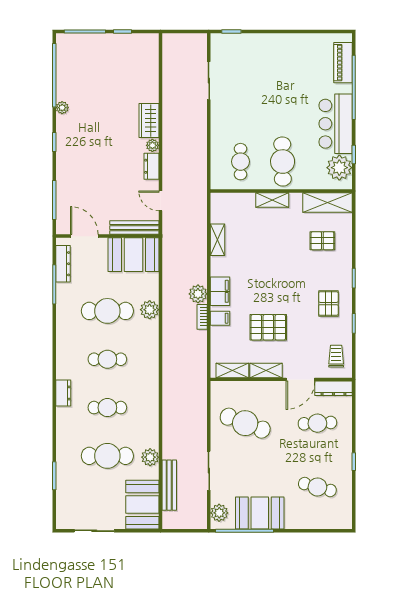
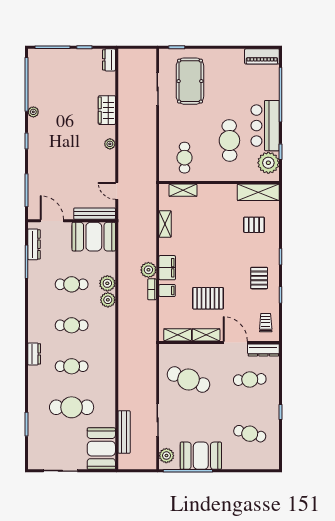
piano: (343, 63) -> (262, 56), moved, turned -90
pool table: (247, 71) -> (190, 81), added
wardrobe: (149, 121) -> (107, 110), moved
cafe table: (283, 162) -> (229, 141), moved
dresser: (151, 166) -> (109, 60), moved
shelving: (272, 200) -> (183, 190), moved
cafe table: (107, 311) -> (72, 284), width x0.73, depth x0.74
door: (300, 379) -> (235, 342), swing flipped
plant: (150, 457) -> (108, 300), moved

